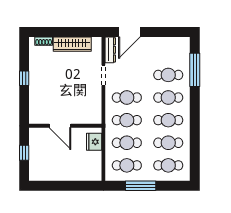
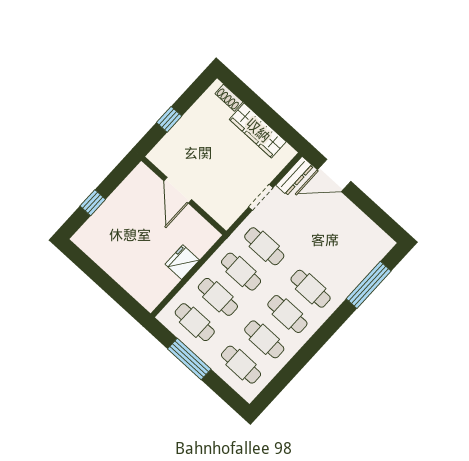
cafe table: (168, 75) -> (334, 263), removed
door: (60, 126) -> (178, 190), moved
wall: (65, 126) -> (184, 196), moved

